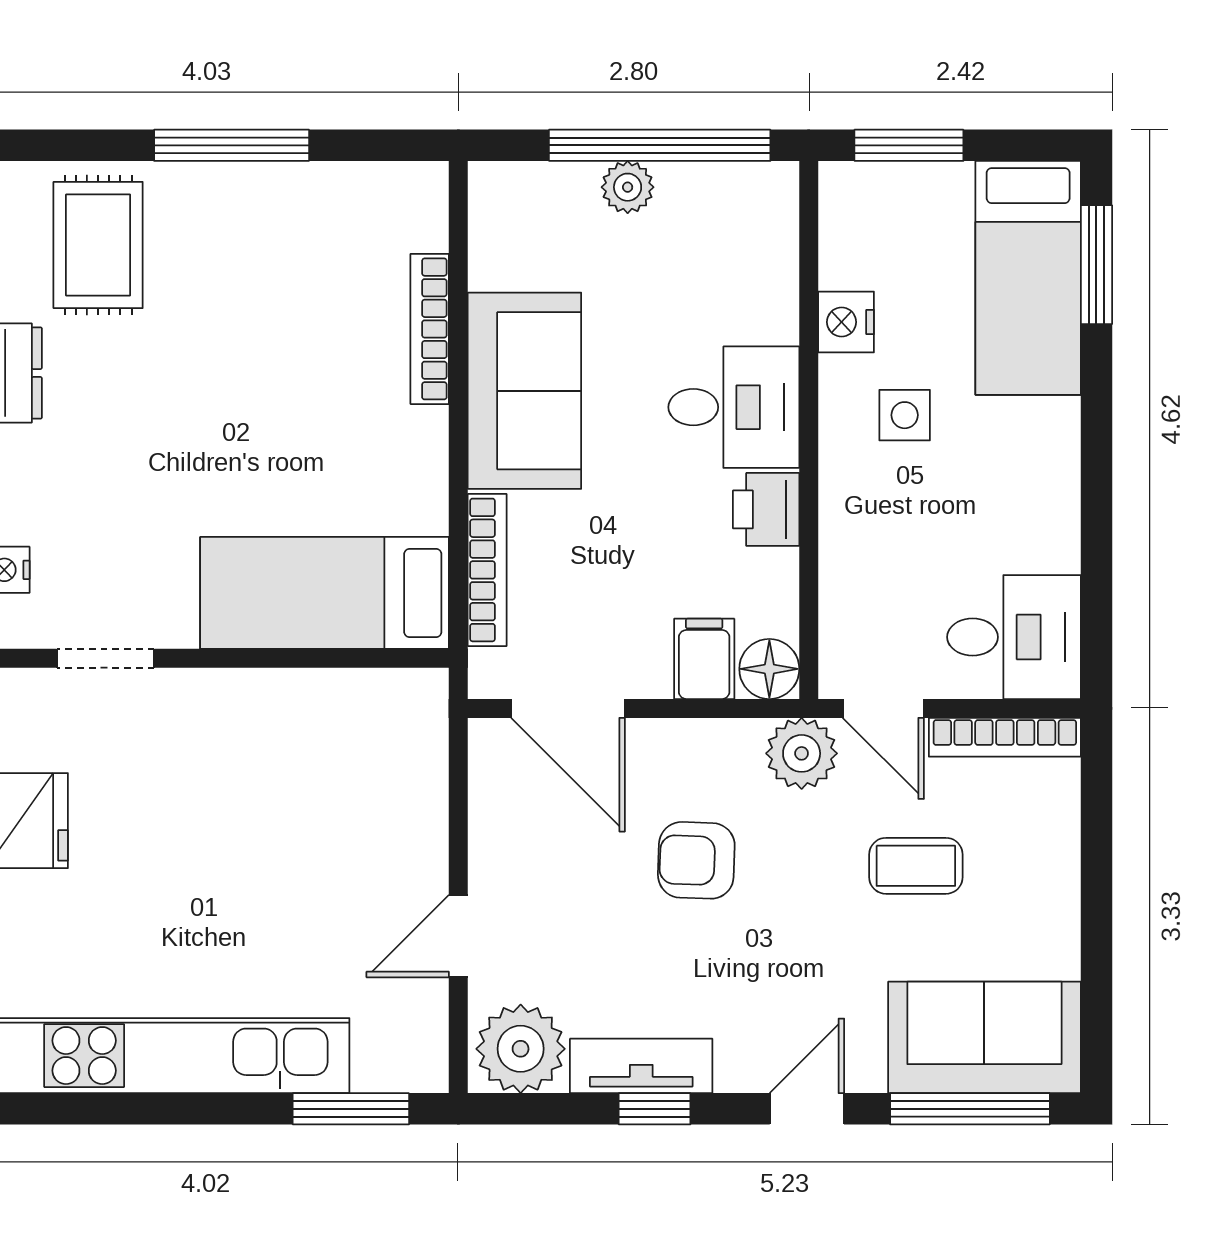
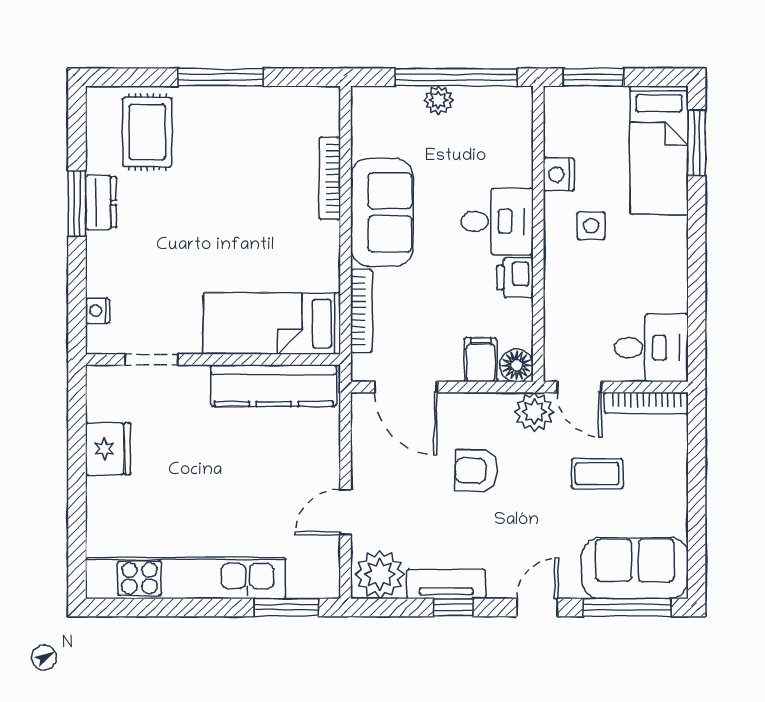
kitchen counter: (328, 706) -> (274, 386), added

